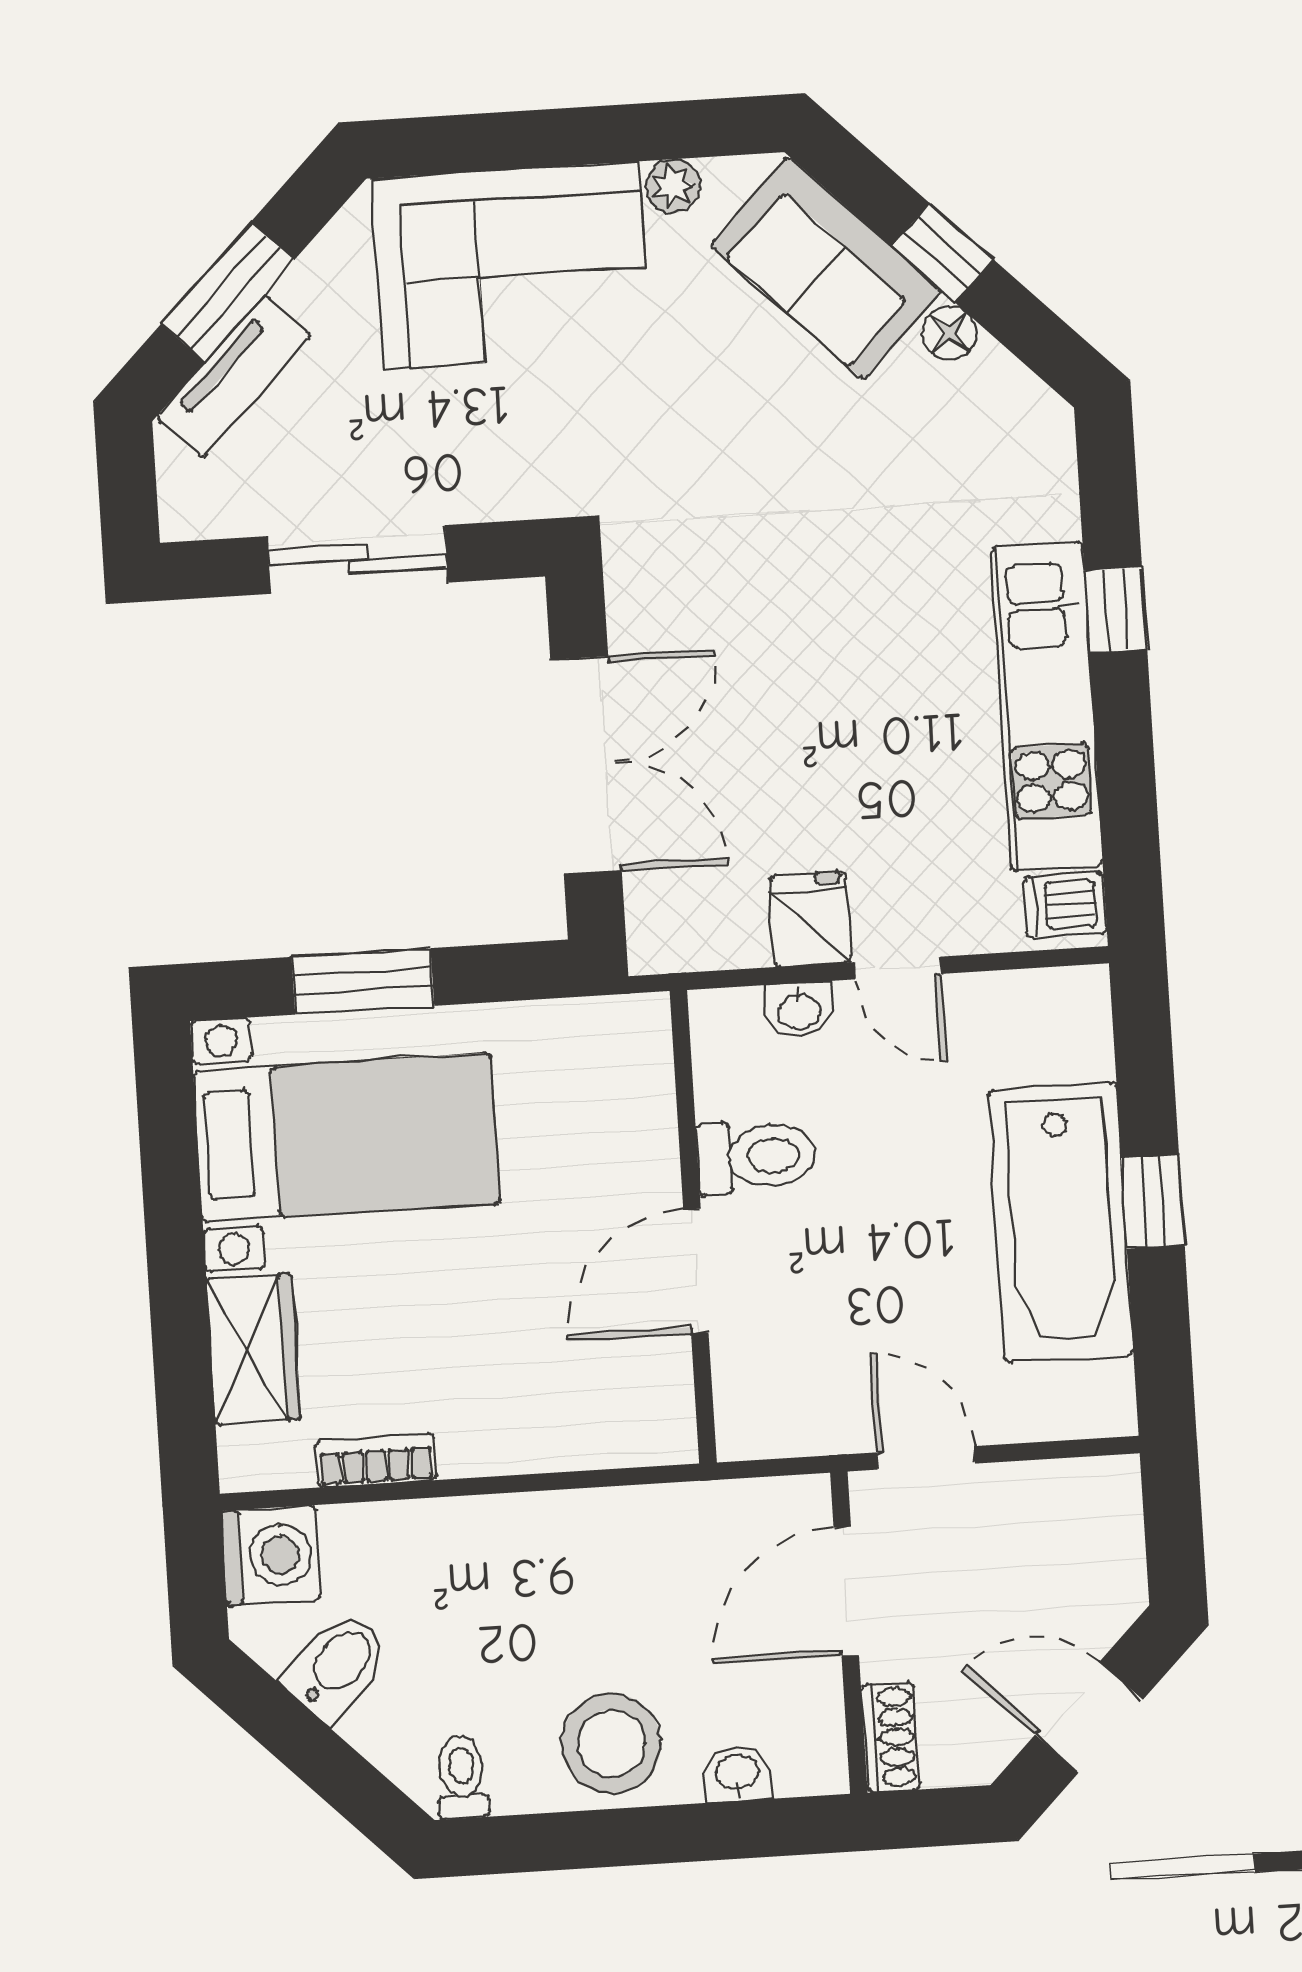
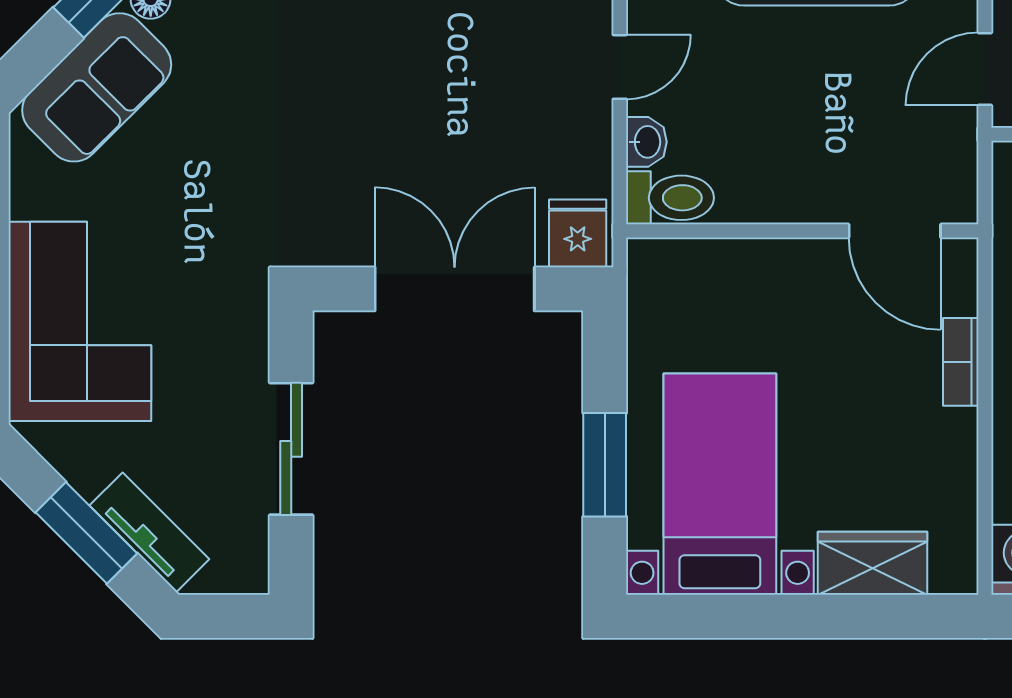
plant: (673, 186) -> (29, 197), removed
fridge: (810, 919) -> (578, 233), moved, turned 90
toilet: (756, 1157) -> (670, 198), moved, turned 90
door: (696, 1271) -> (895, 231), moved
bookcase: (376, 1460) -> (961, 362), moved

